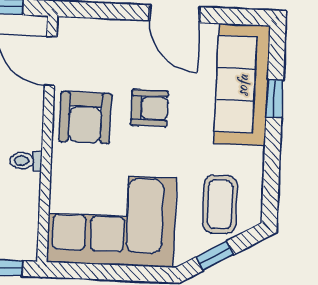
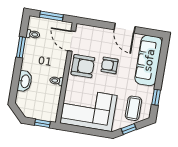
window: (275, 99) -> (156, 97), moved
armchair: (149, 108) -> (110, 65), turned 180
armchair: (85, 118) -> (83, 66), turned -90

